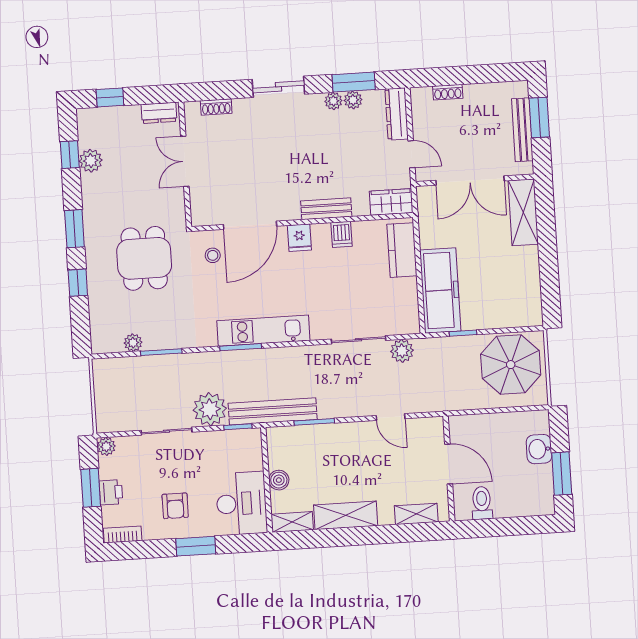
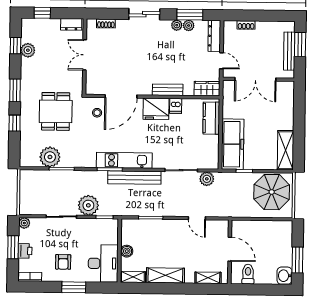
shelving: (523, 212) -> (286, 150), moved
fridge: (299, 238) -> (156, 109), width x1.88, depth x1.34
plant: (133, 343) -> (50, 157), width x1.88, depth x1.88
bench: (273, 411) -> (134, 178), moved
washbasin: (539, 449) -> (285, 276), moved

